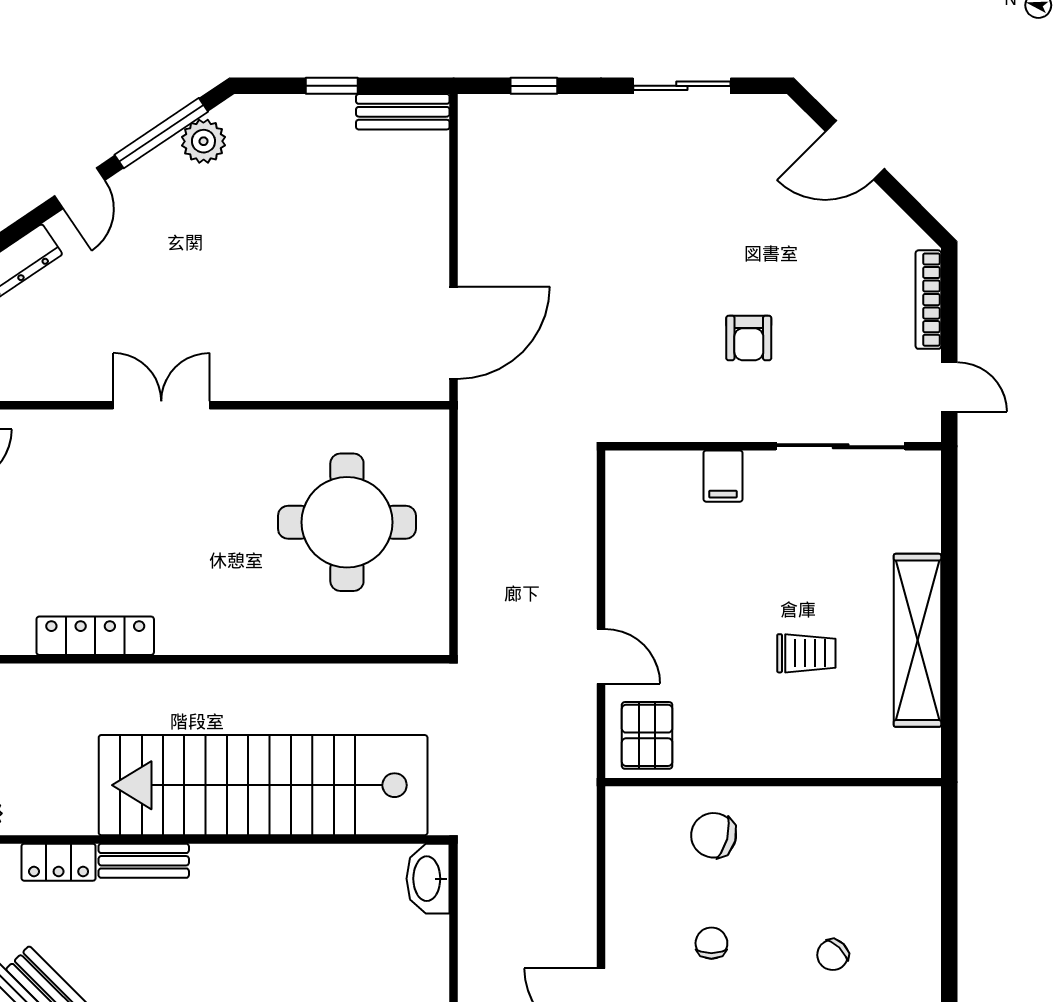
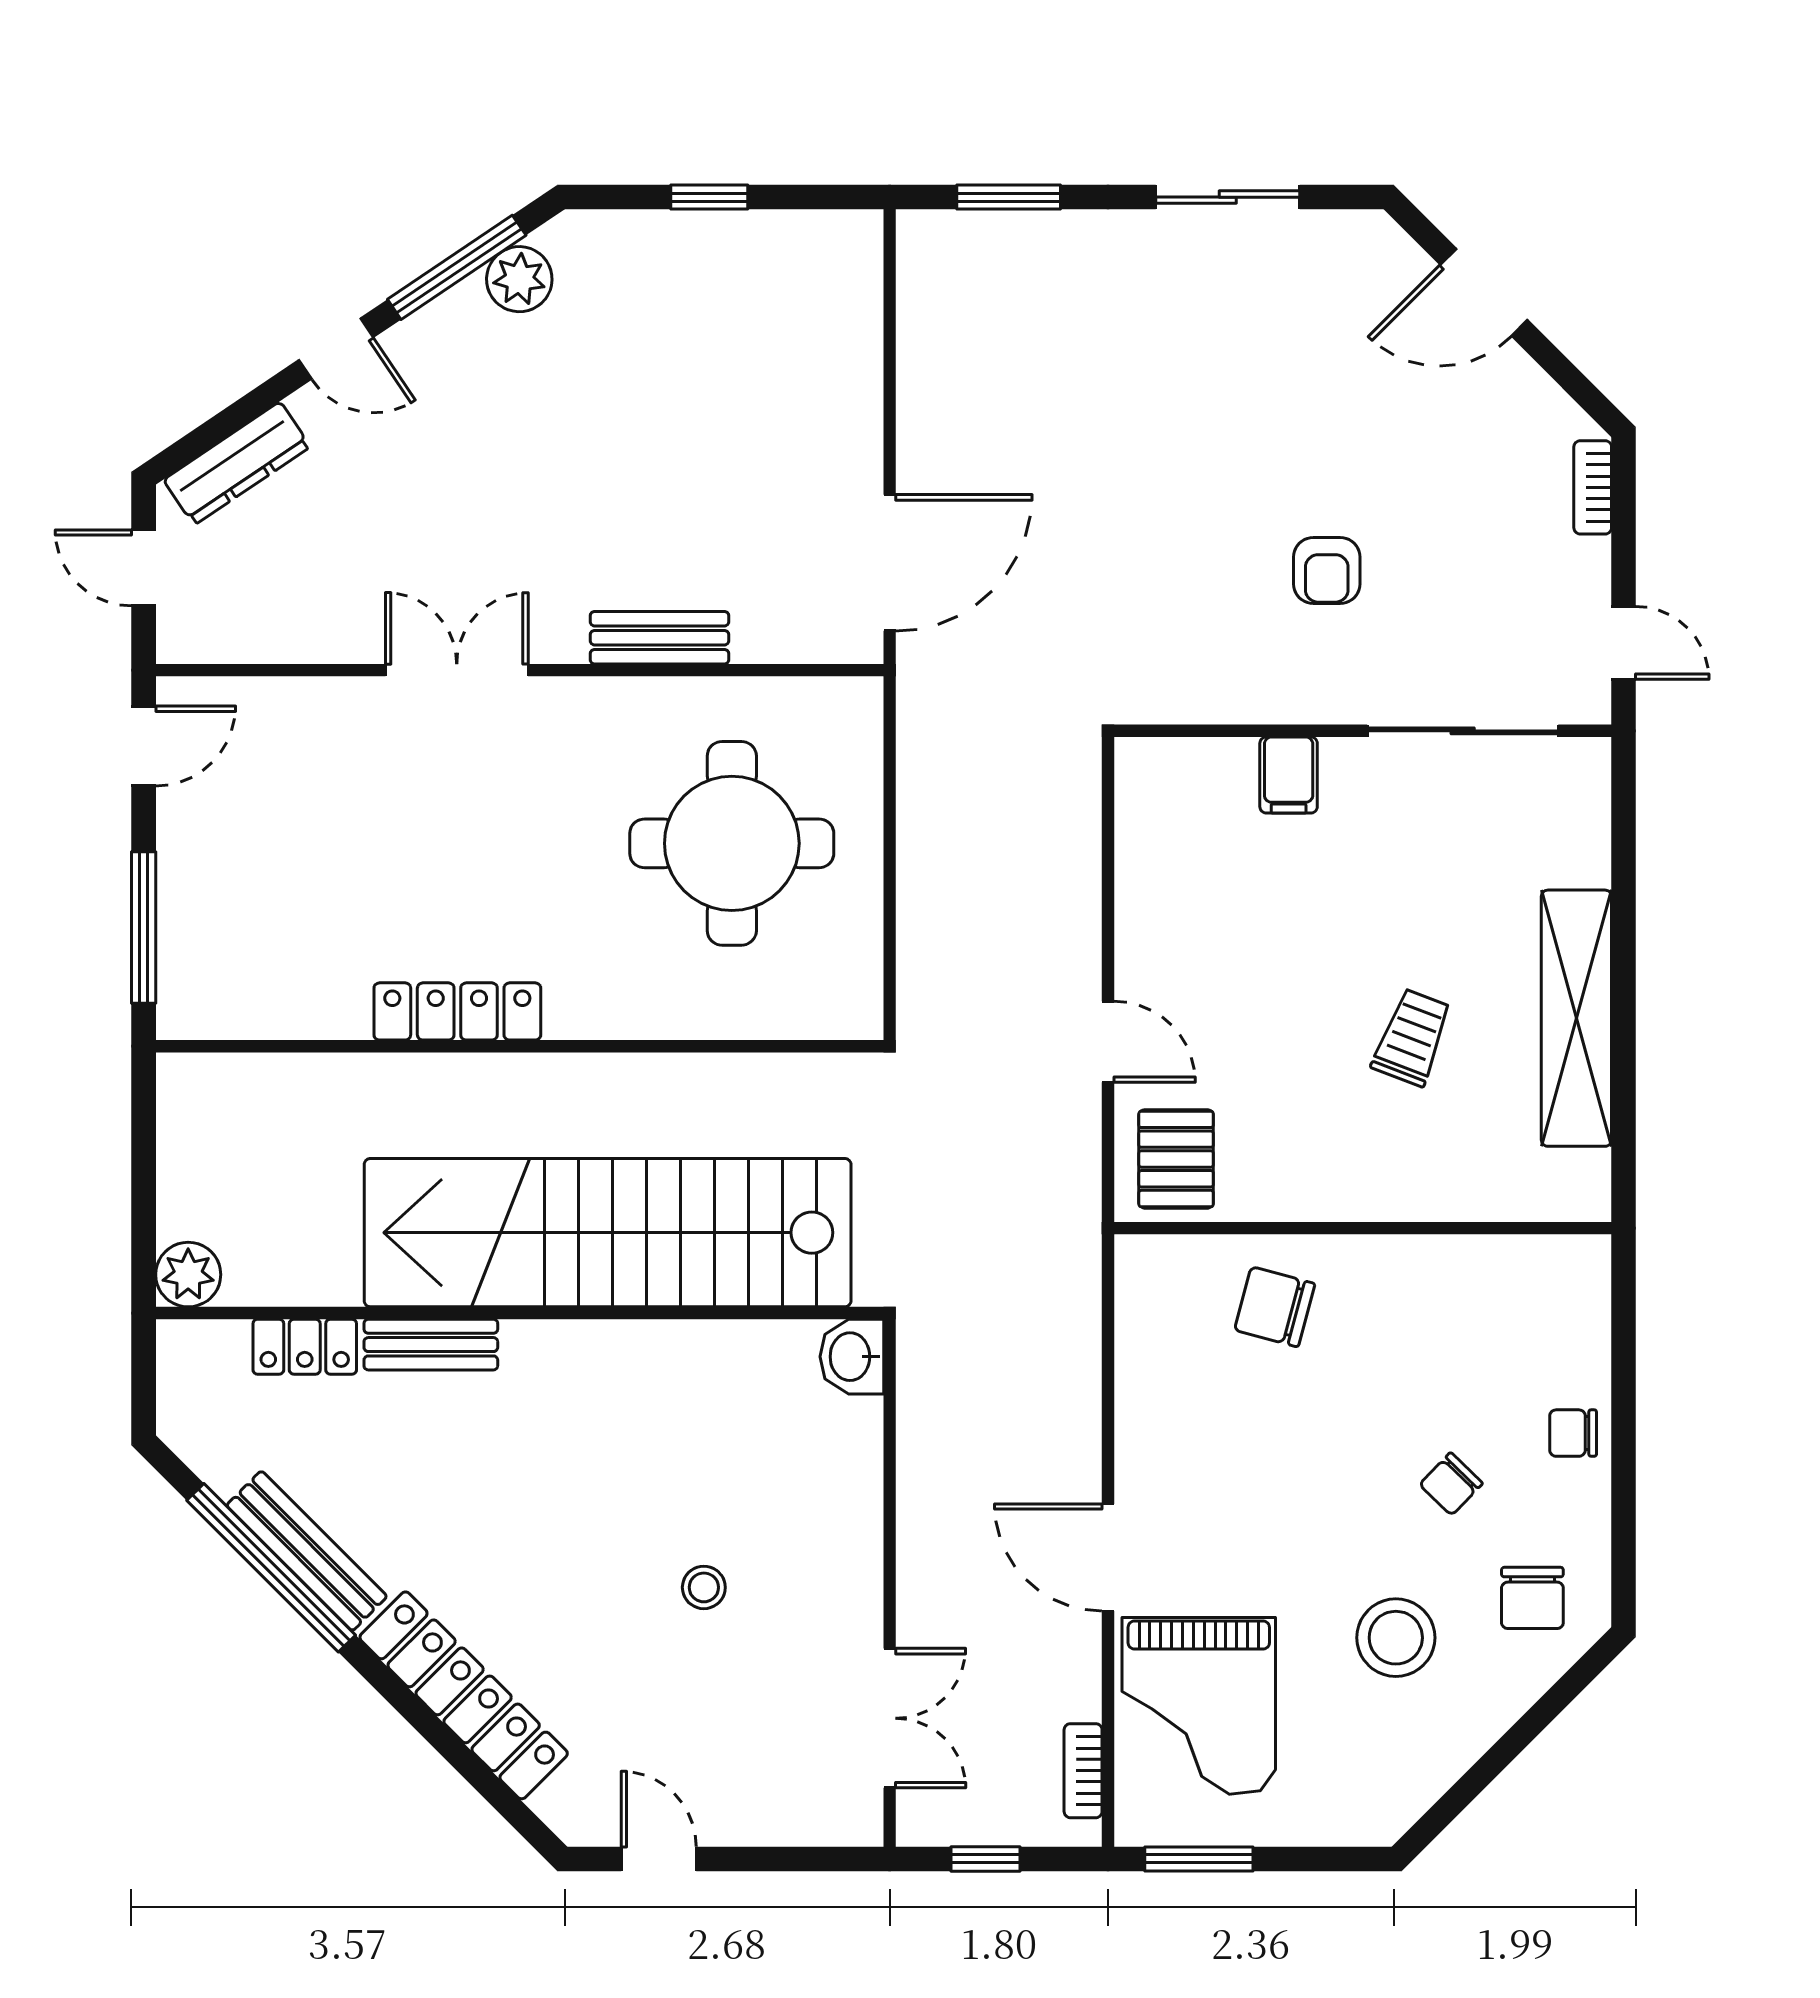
window: (534, 86) -> (1009, 197), width x1.50
bench: (403, 112) -> (659, 638), moved
door: (80, 188) -> (336, 349), hinge flipped
bookcase: (928, 300) -> (1593, 487), width x0.64
locker: (95, 636) -> (457, 1011), moved
trolley: (806, 653) -> (1412, 1037), turned -69
washbasin: (428, 879) -> (852, 1357), width x0.72
chair: (711, 943) -> (1573, 1433), moved, turned -90

